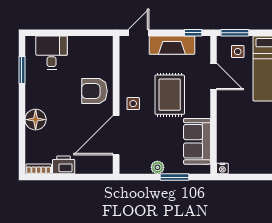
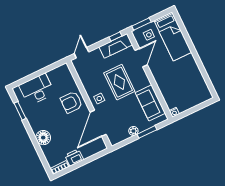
fireplace: (172, 45) -> (116, 46), moved
desk: (52, 53) -> (37, 89), width x1.37
door: (213, 76) -> (141, 58), hinge flipped

